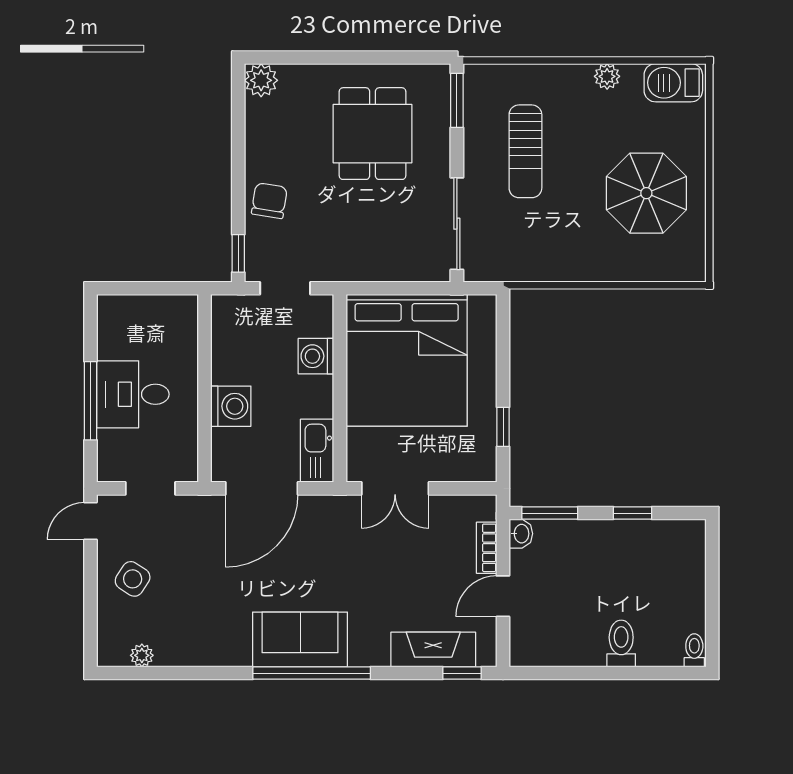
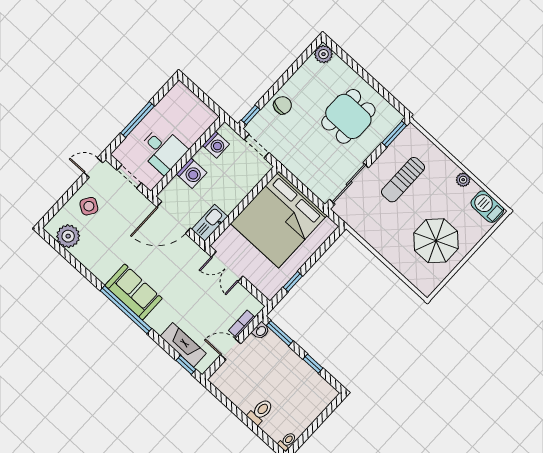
washing machine: (316, 356) -> (216, 145), moved, turned 180
desk: (133, 394) -> (163, 150), moved, turned 180
plant: (142, 655) -> (68, 236), width x1.88, depth x1.88

